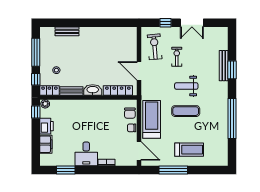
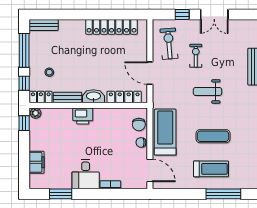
bench: (67, 31) -> (44, 25), moved
locker: (107, 33) -> (111, 27), added
exercise mat: (186, 111) -> (213, 136), moved
printer: (47, 126) -> (83, 116), moved, turned 90
window: (173, 170) -> (223, 194), moved

